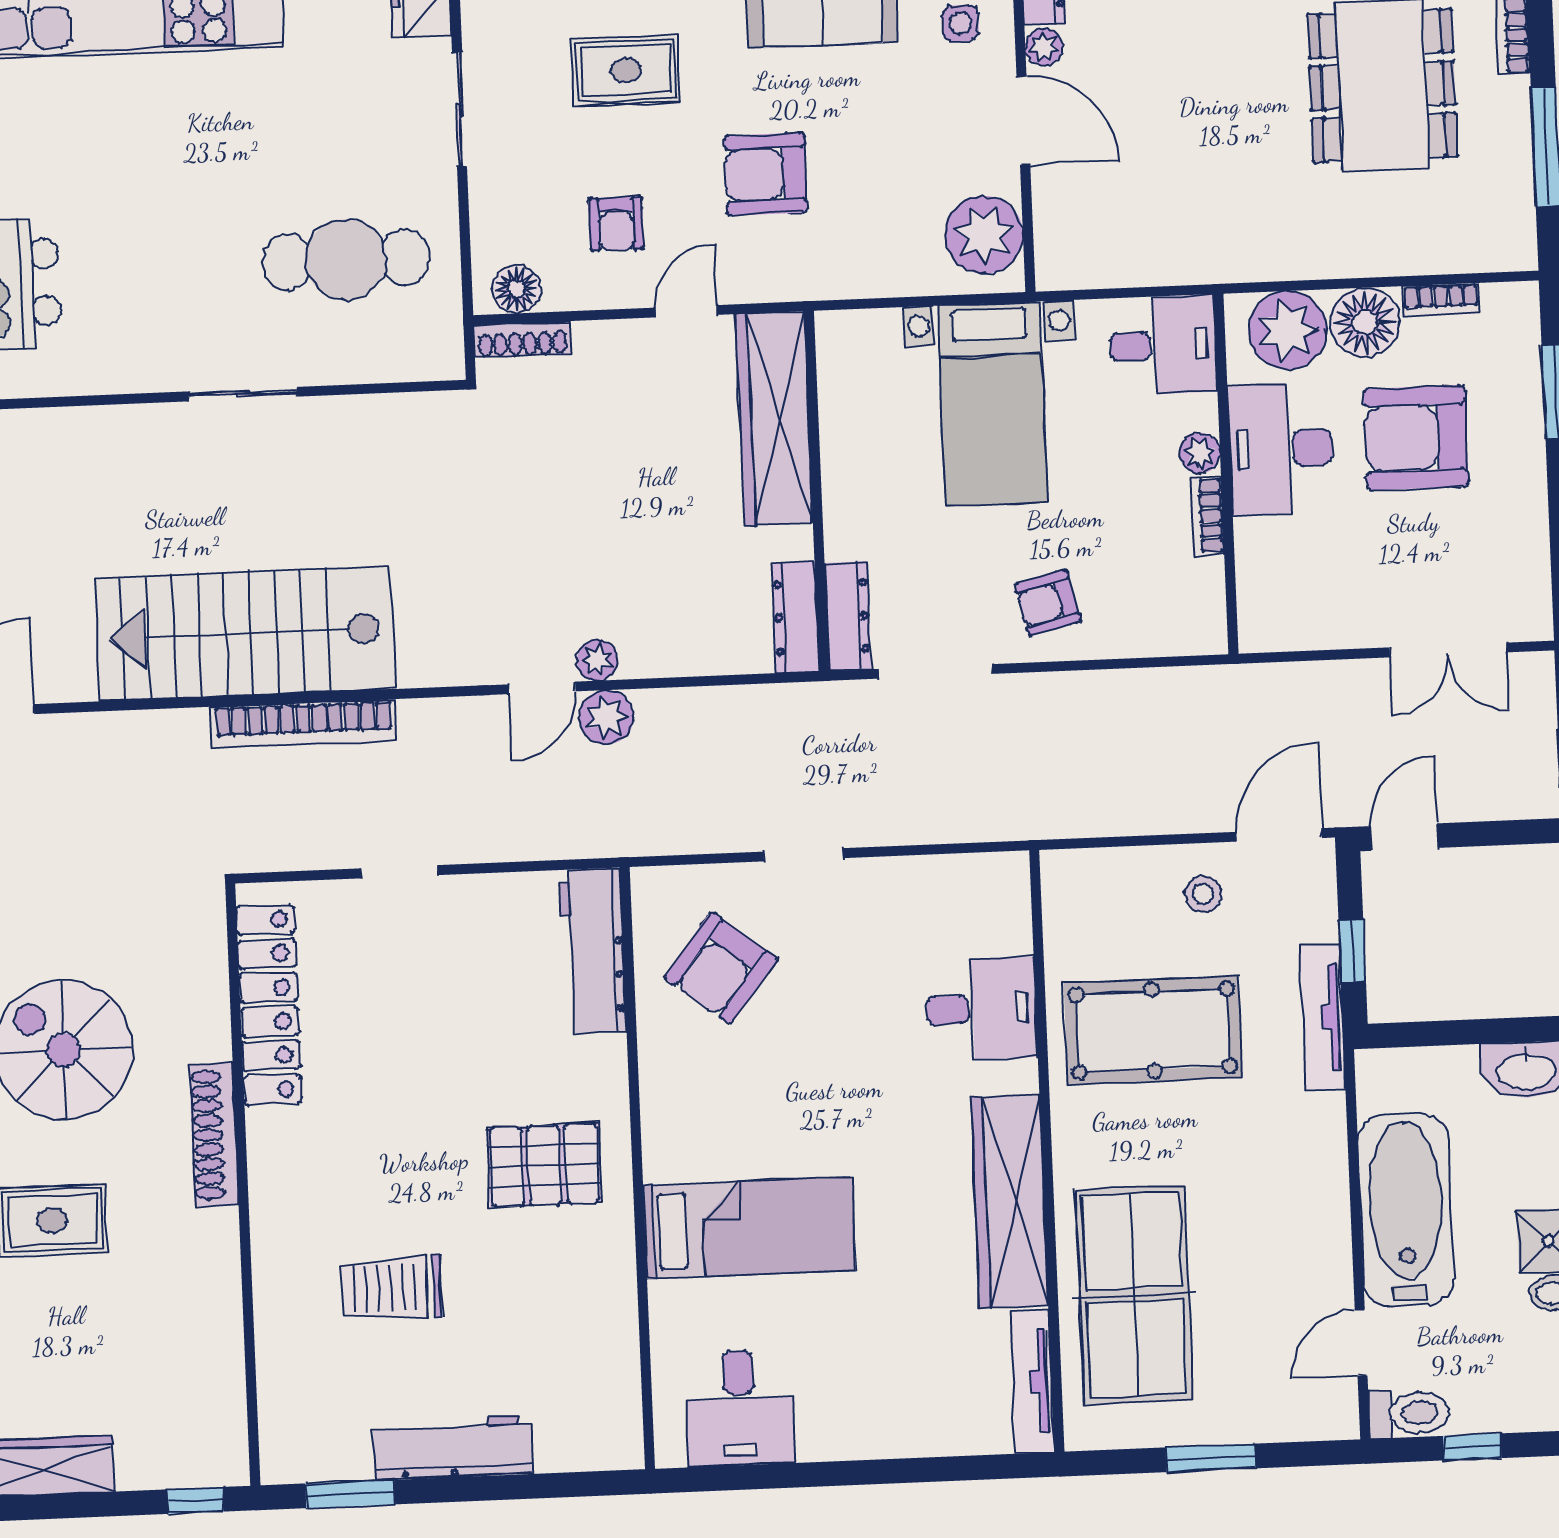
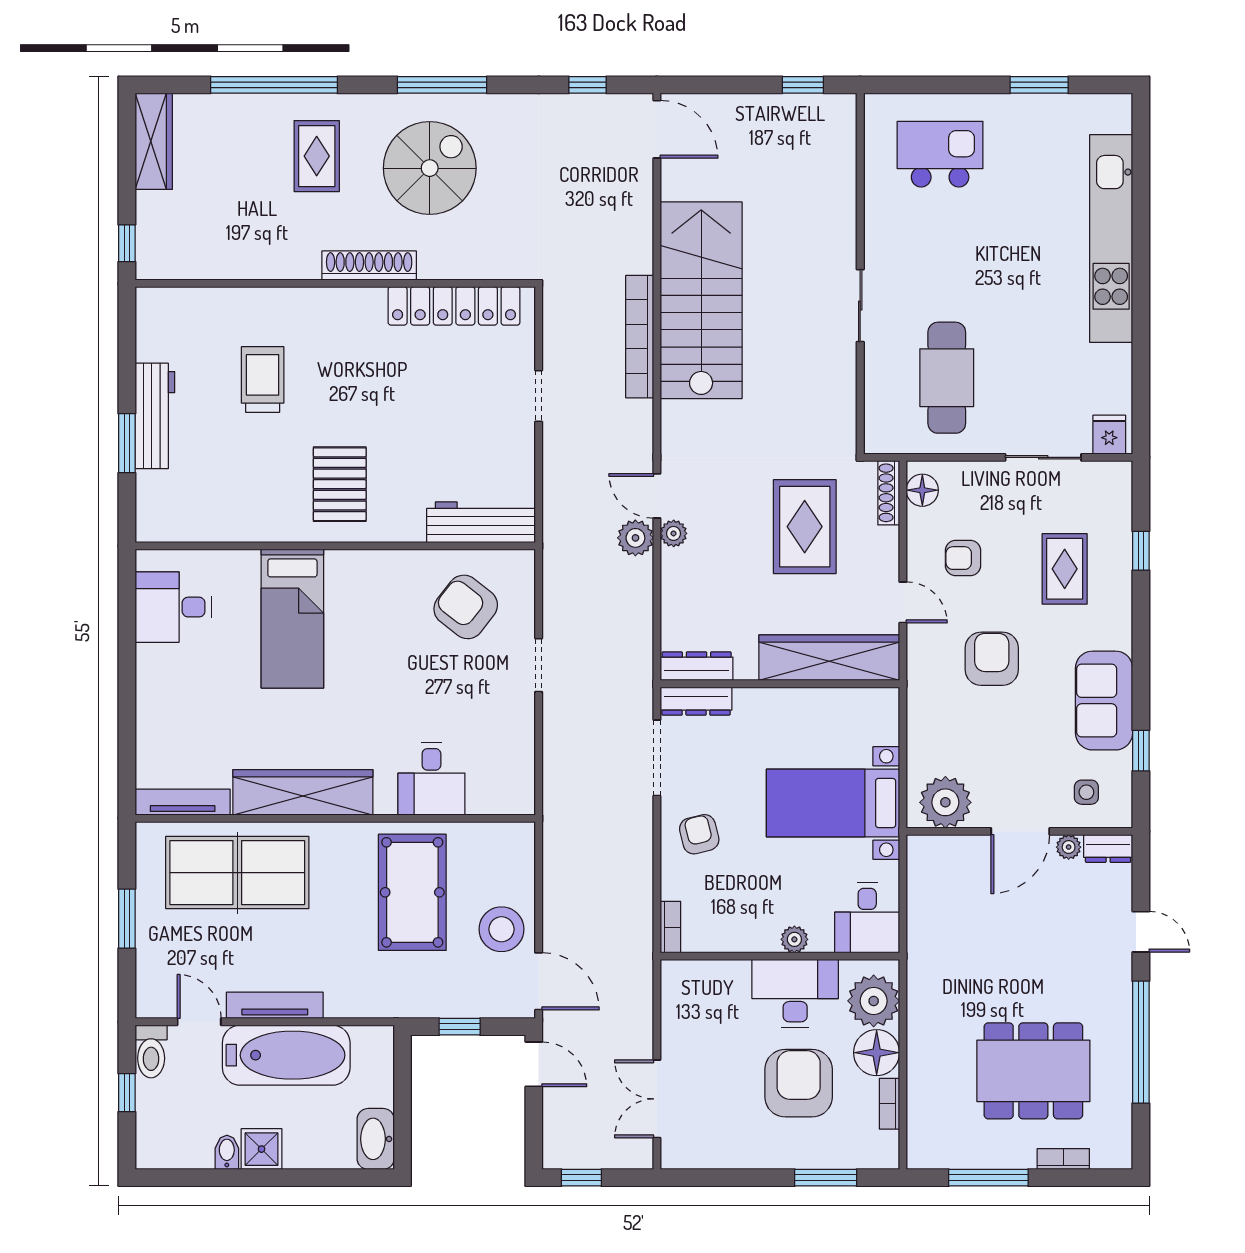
rug: (579, 464) -> (805, 527), added
bookcase: (1207, 516) -> (670, 927), moved, turned 90
stool: (1203, 894) -> (501, 929), width x1.89, depth x1.89
tv unit: (1323, 1018) -> (275, 1005), moved
window: (350, 1494) -> (127, 443), moved

